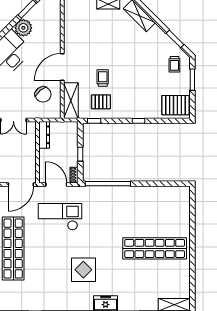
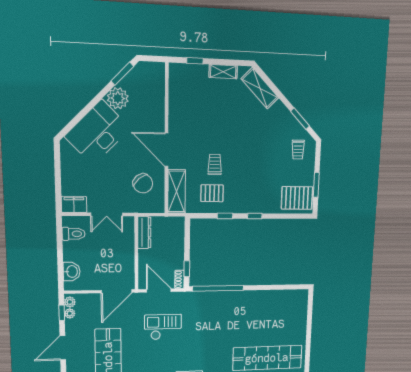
door: (62, 67) -> (166, 150), hinge flipped
window: (192, 80) -> (316, 185), moved
window: (94, 121) -> (225, 216), moved
window: (80, 154) -> (187, 269), moved
checkout: (60, 217) -> (163, 327), width x0.73, depth x0.83

